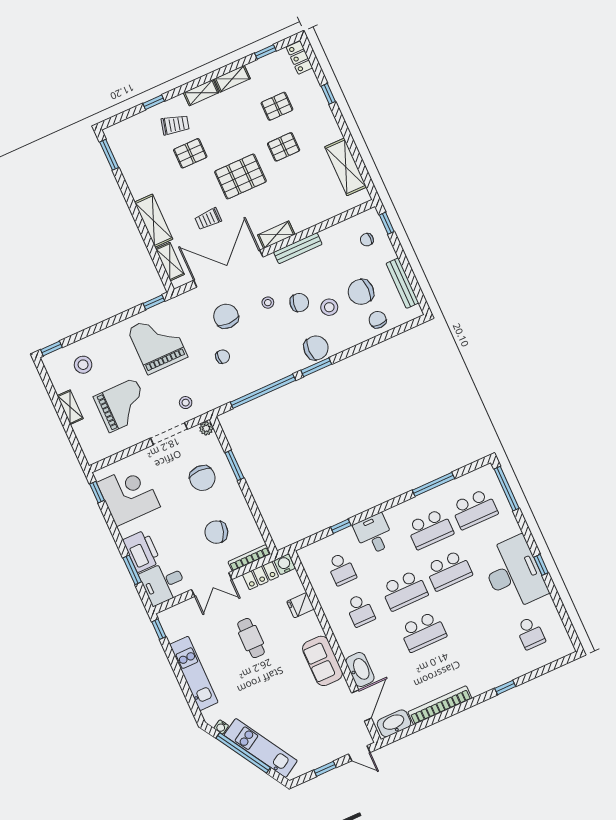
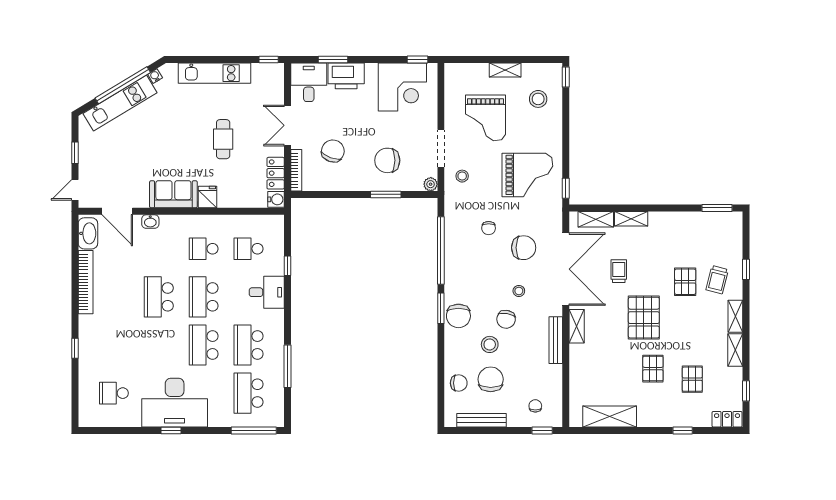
shelving: (154, 221) -> (631, 219), width x0.67, depth x0.75
fridge: (300, 605) -> (208, 197), moved
cafe table: (251, 638) -> (223, 139), turned 90
washbasin: (360, 670) -> (150, 222), width x0.52, depth x0.69

